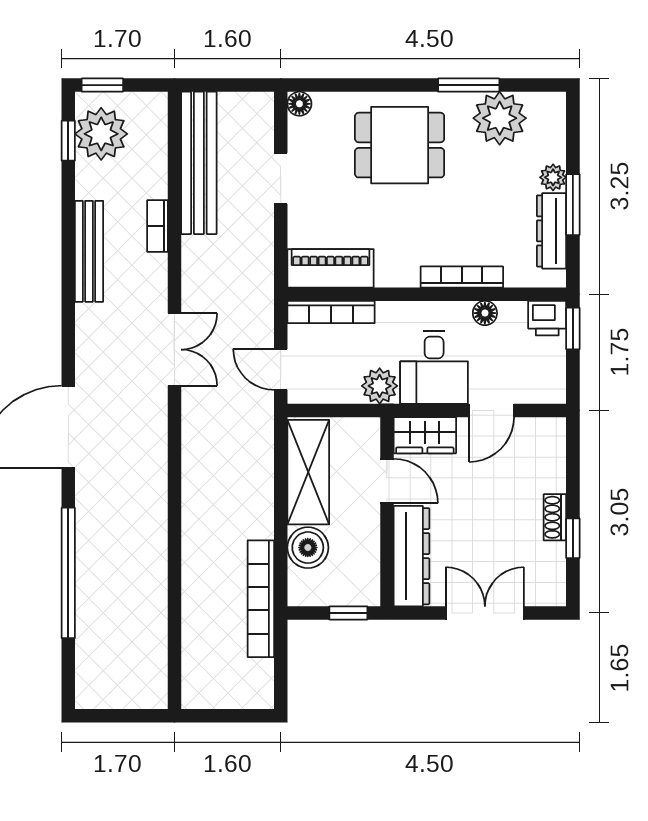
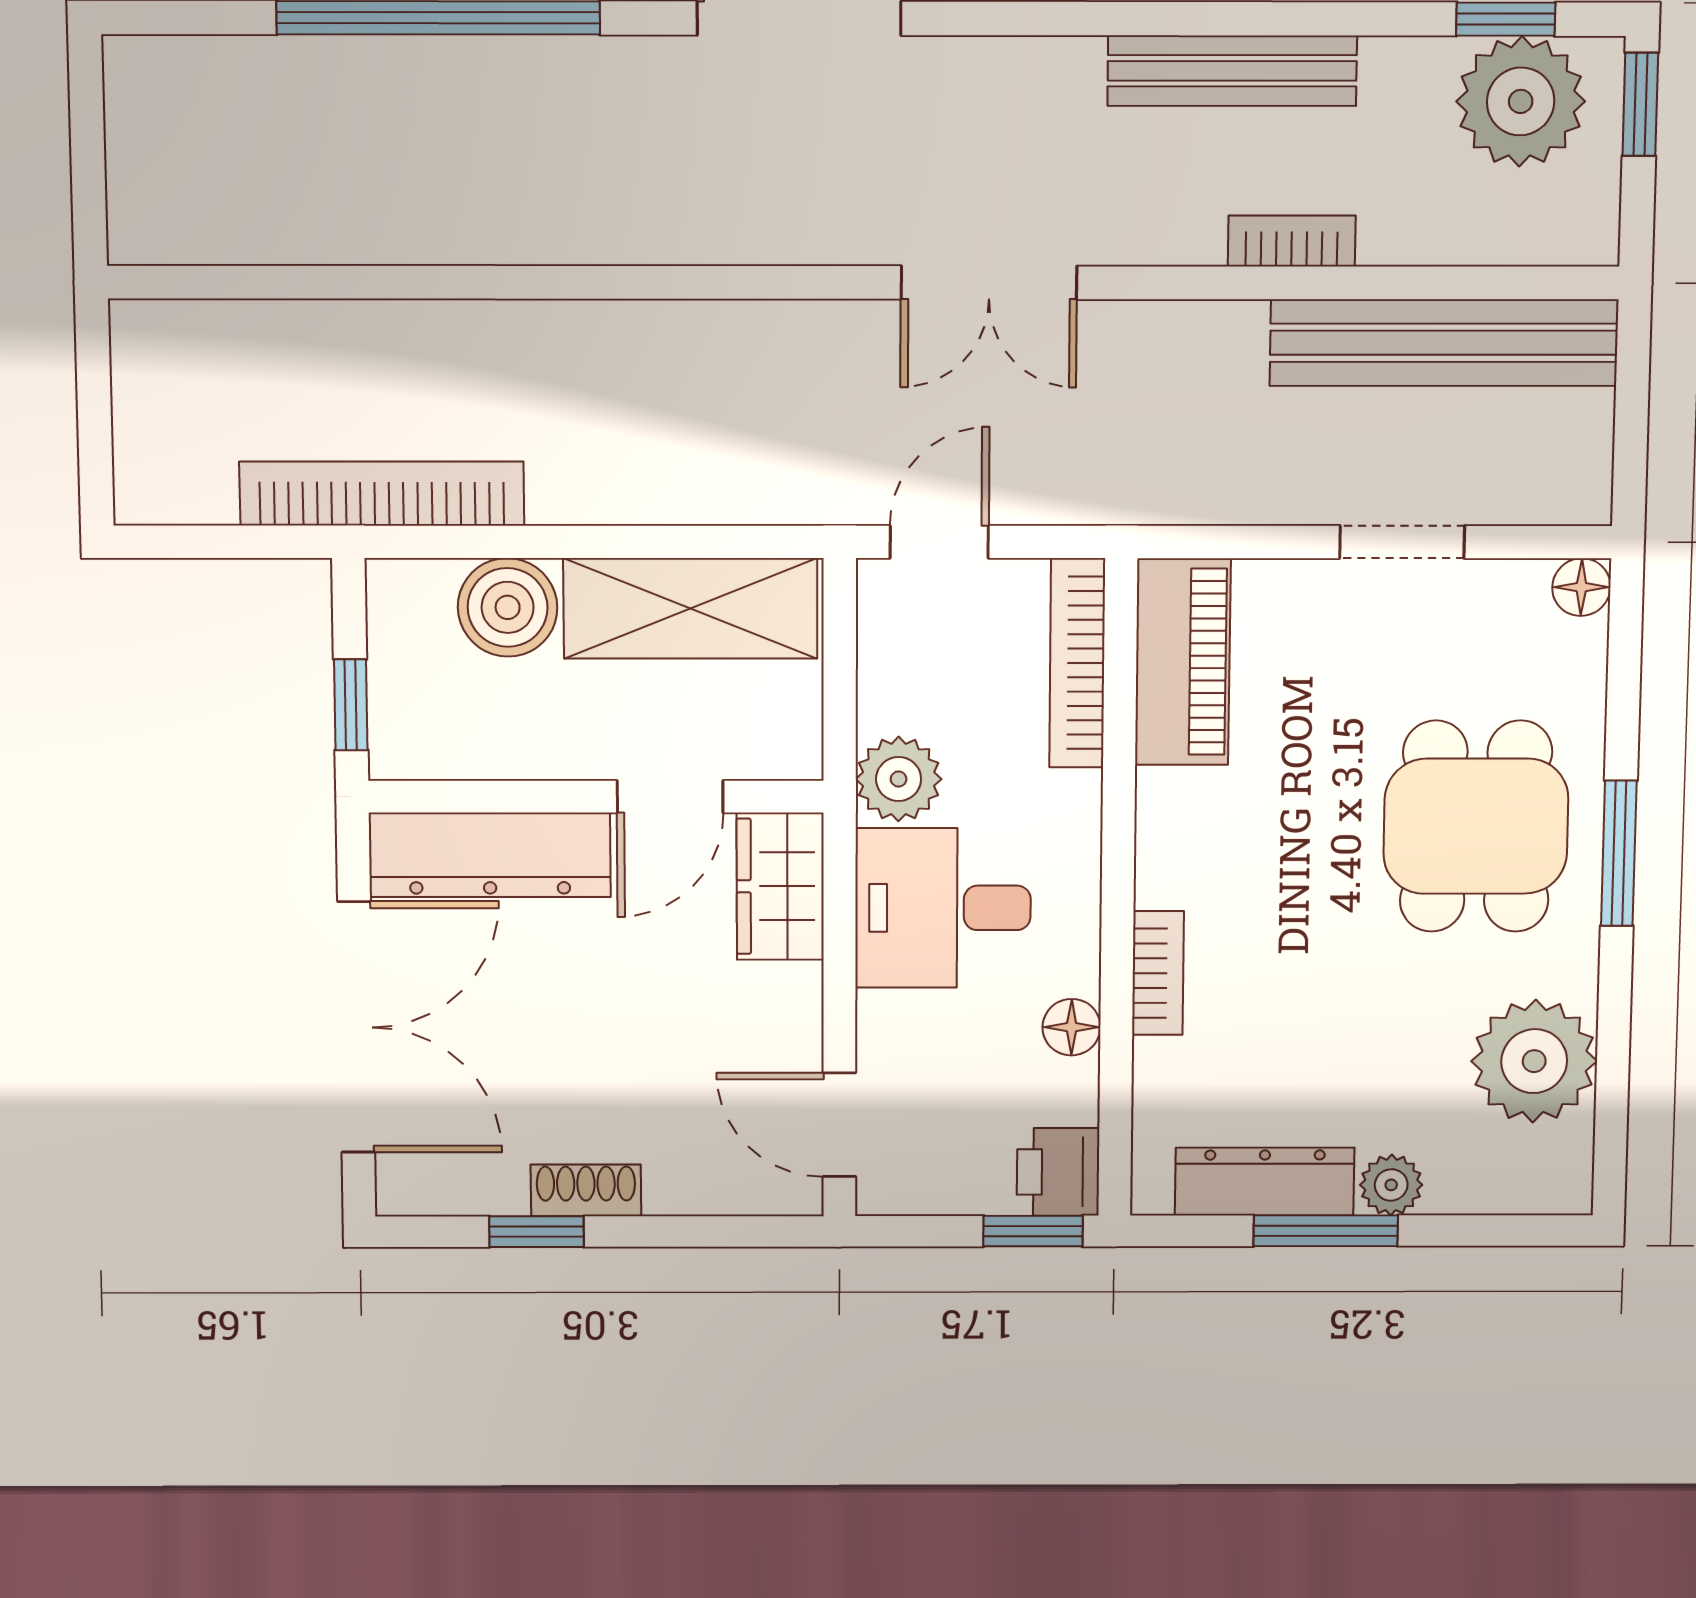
window: (469, 85) -> (1619, 853), moved
bookcase: (462, 277) -> (1158, 973), width x0.64
door: (492, 410) -> (839, 1125), moved
double door: (485, 613) -> (356, 1027), width x1.37

